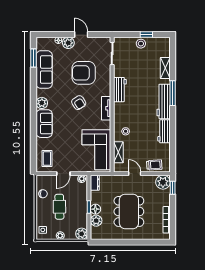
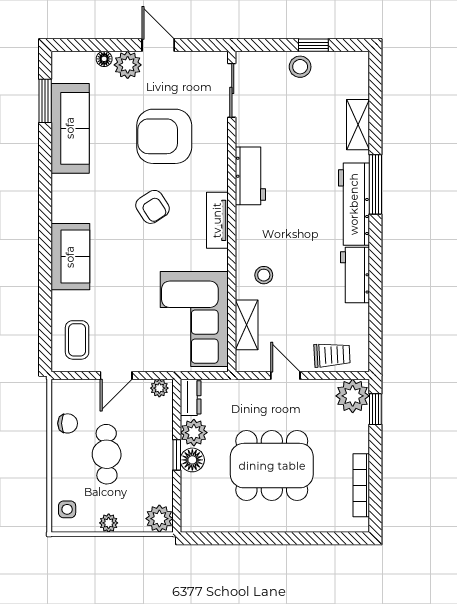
plant: (42, 103) -> (65, 208), removed
dining table: (129, 211) -> (272, 466), turned 90
plant: (96, 221) -> (194, 433), moved

